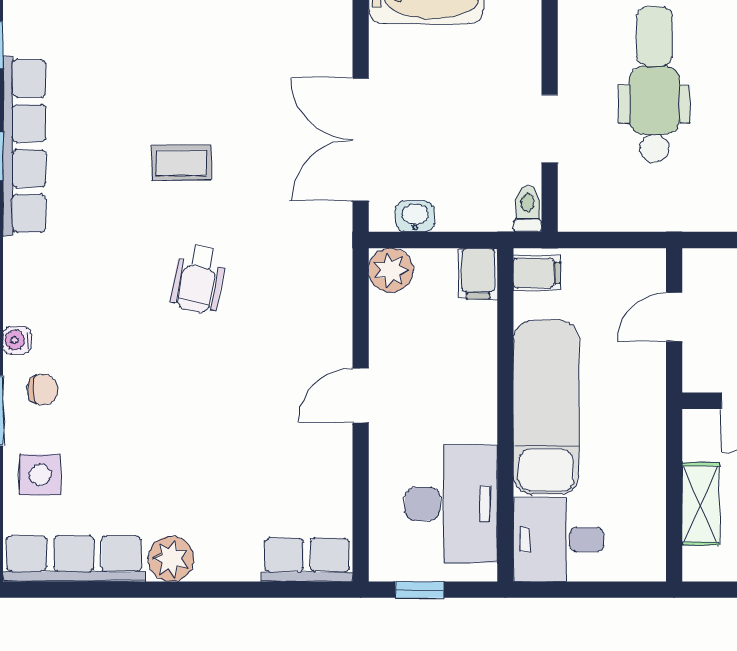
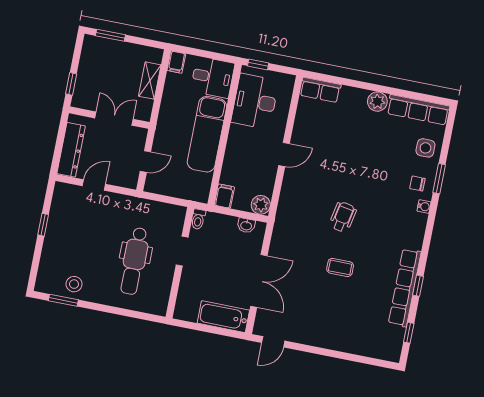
double door: (361, 139) -> (259, 281), moved
filing cabinet: (537, 273) -> (176, 62), moved, turned -90
window: (419, 590) -> (258, 64), moved

